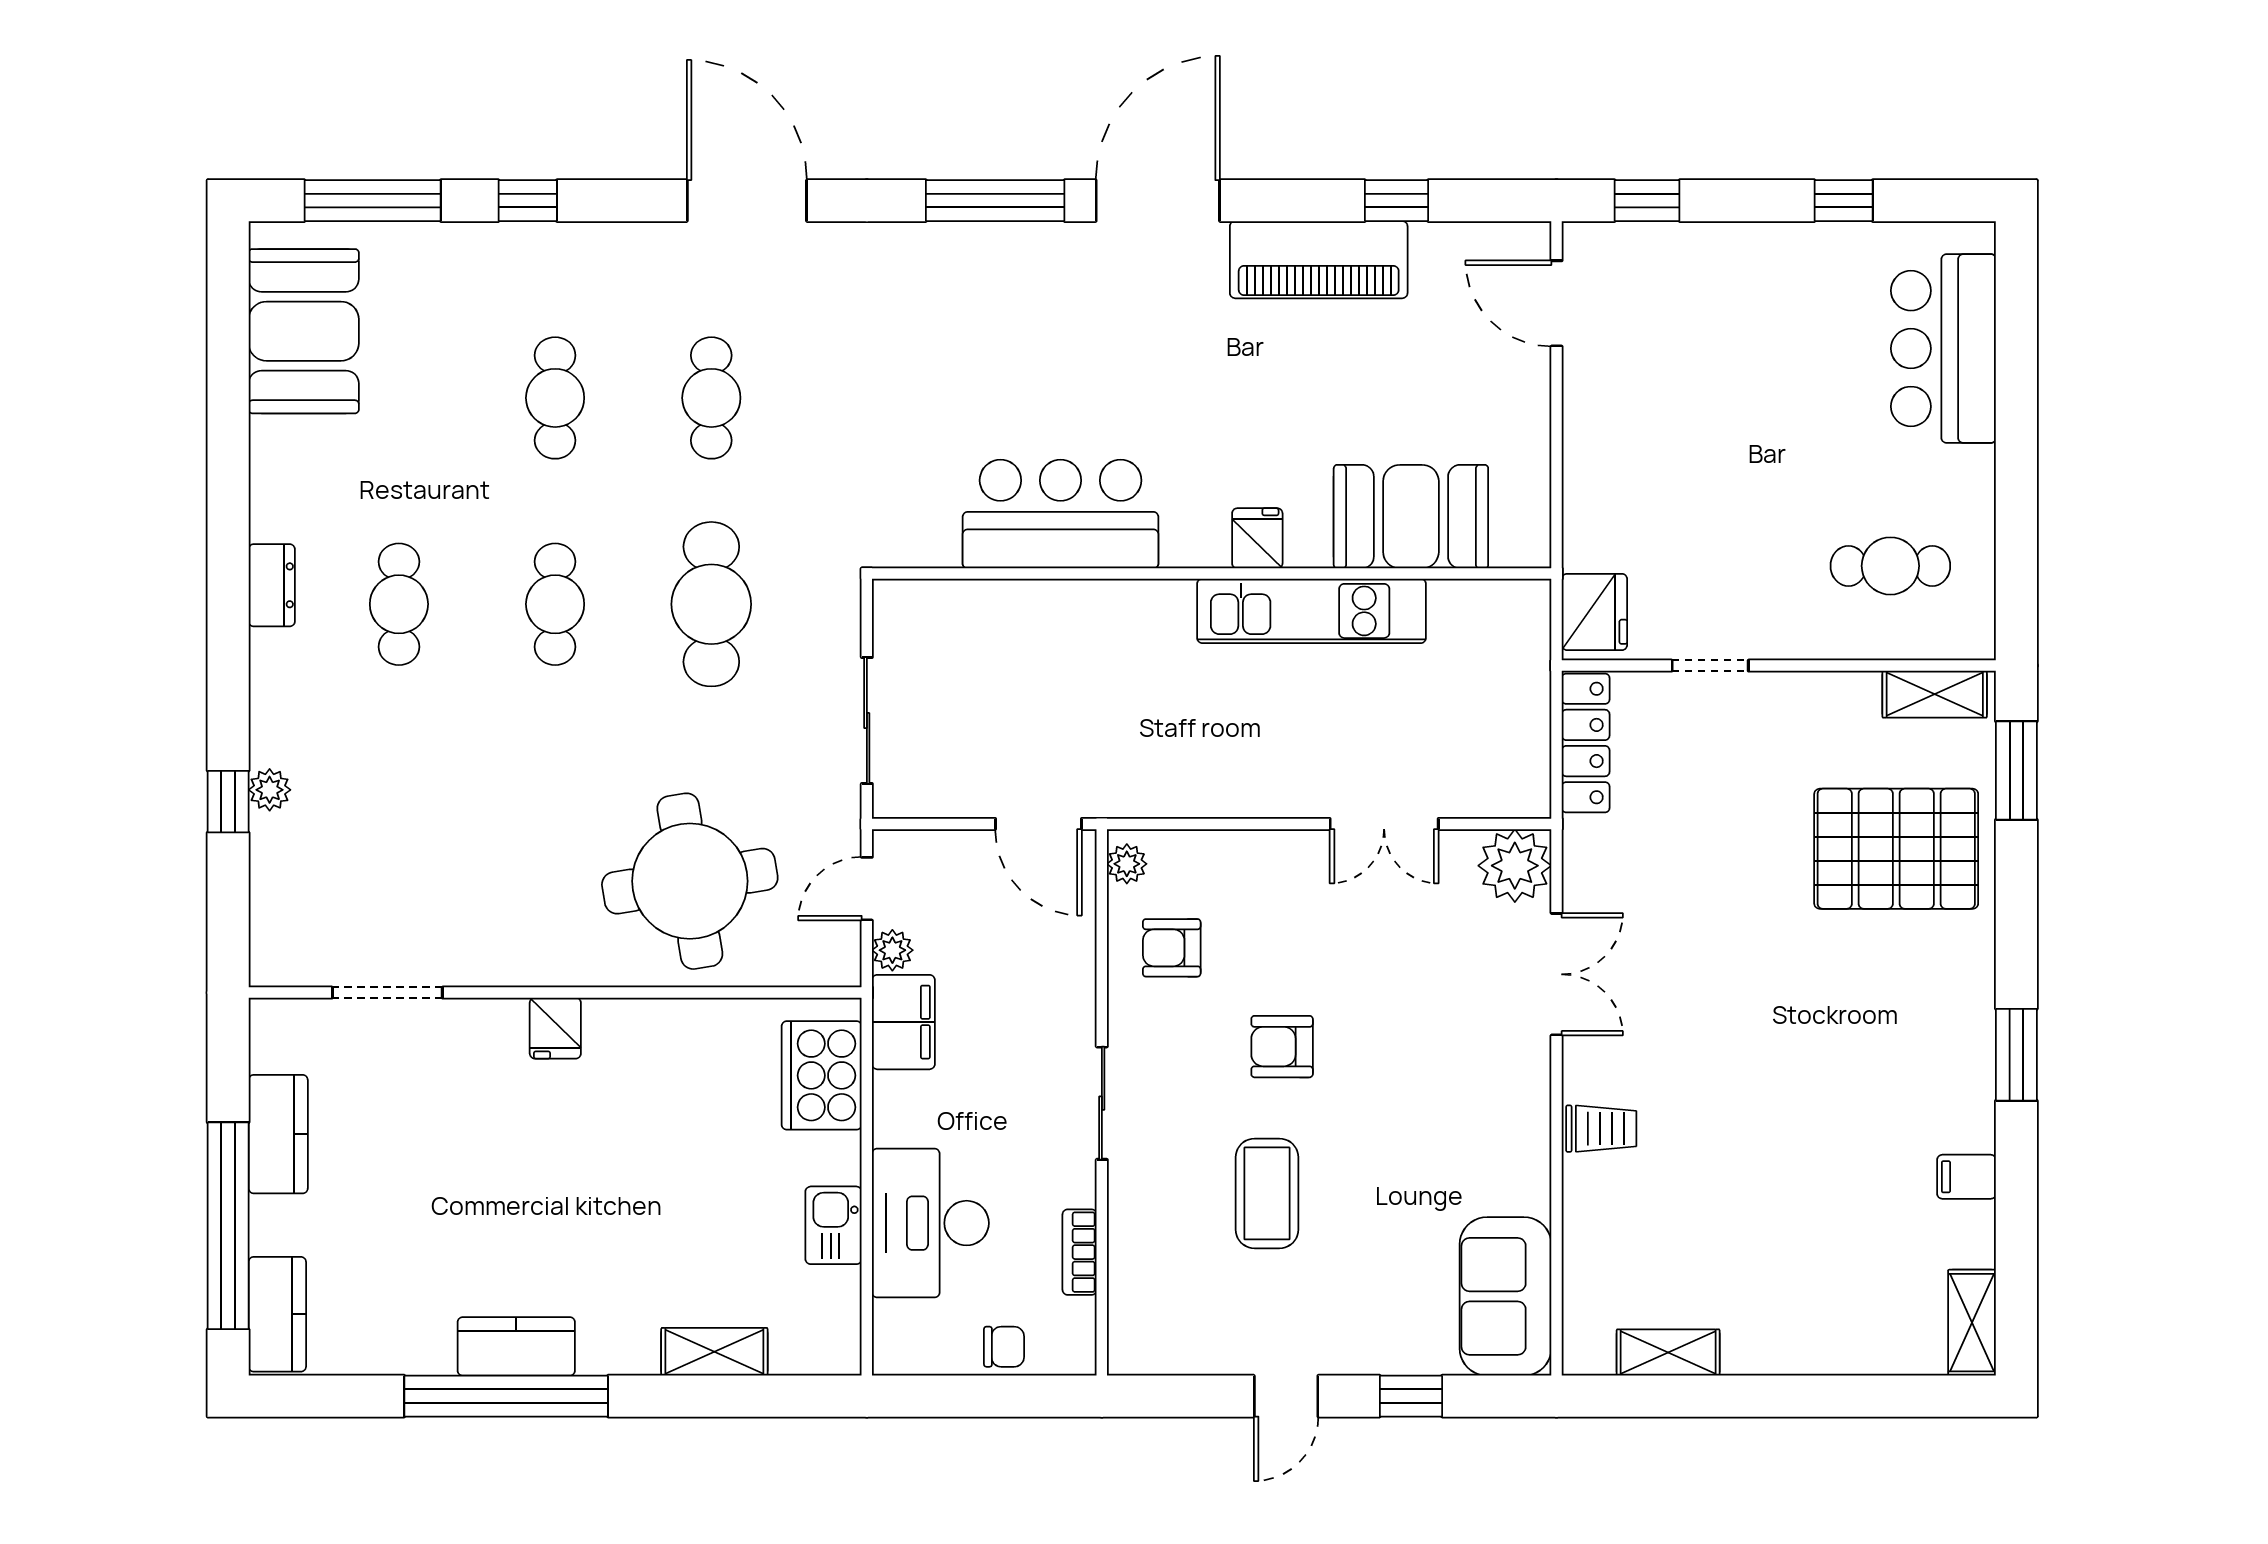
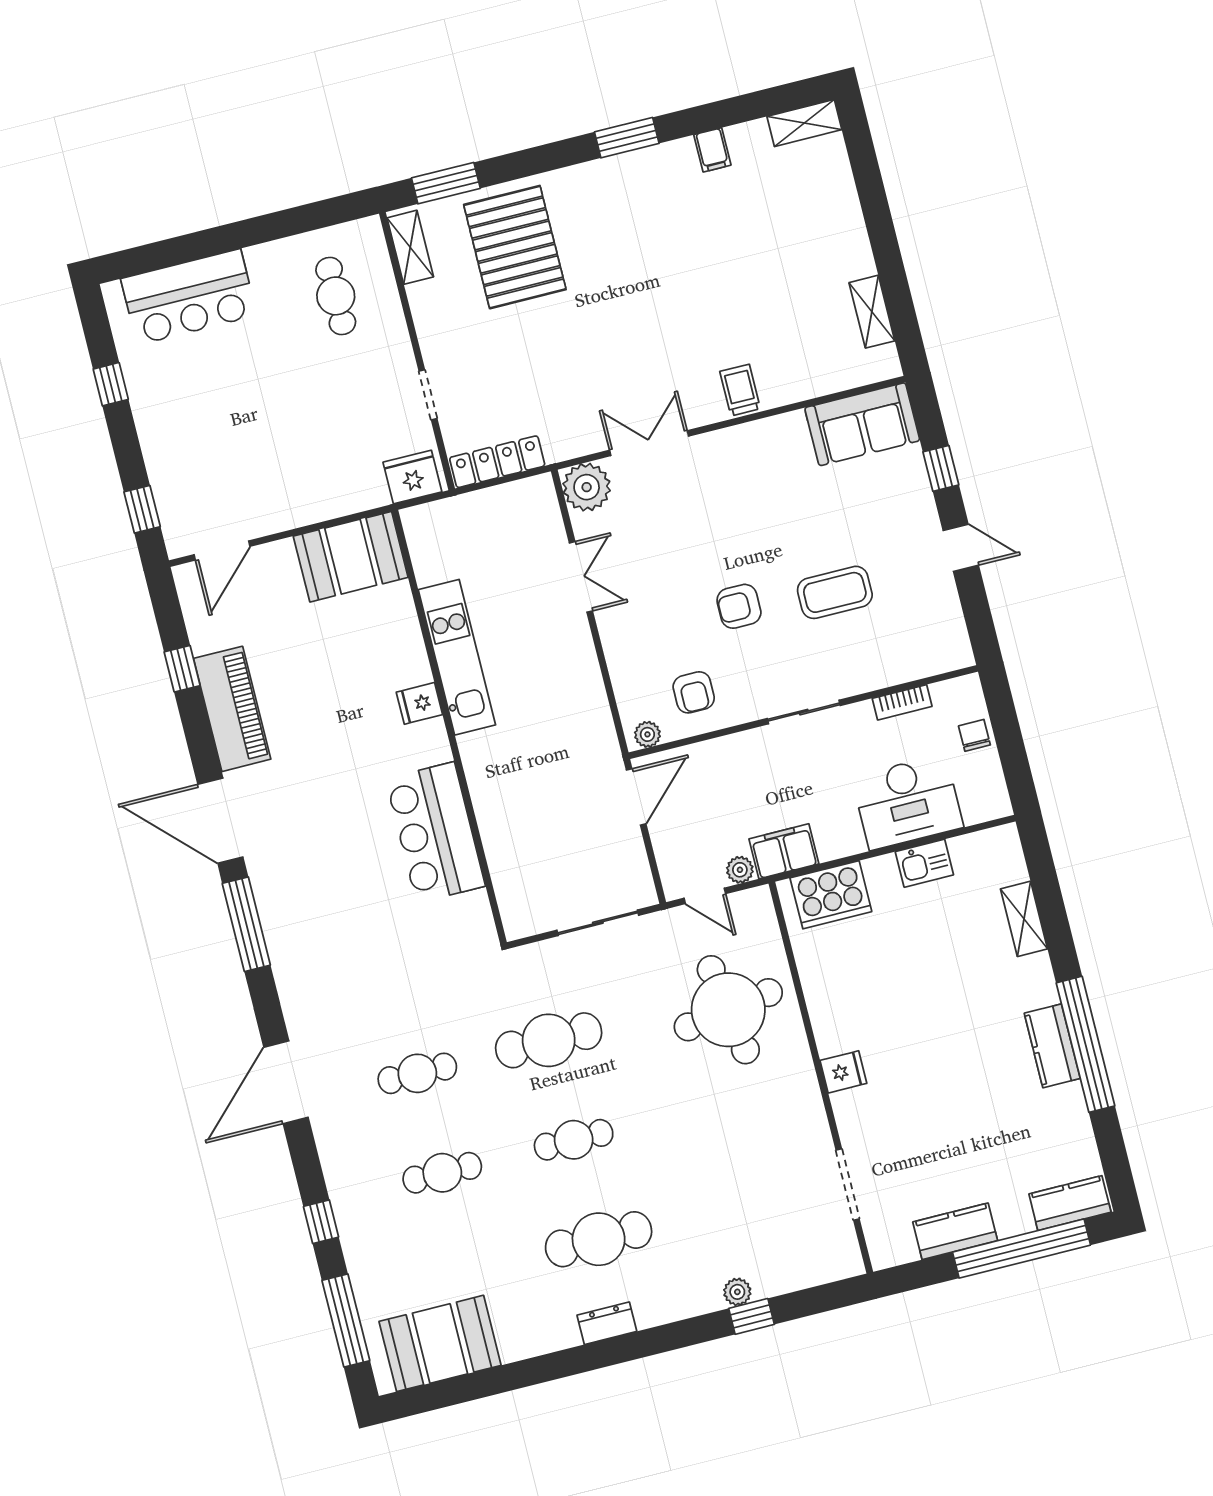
booth: (1411, 517) -> (351, 557), moved, turned 90
cafe table: (399, 604) -> (599, 1239), width x1.37, depth x1.35
armchair: (1282, 1047) -> (739, 606), turned 90

